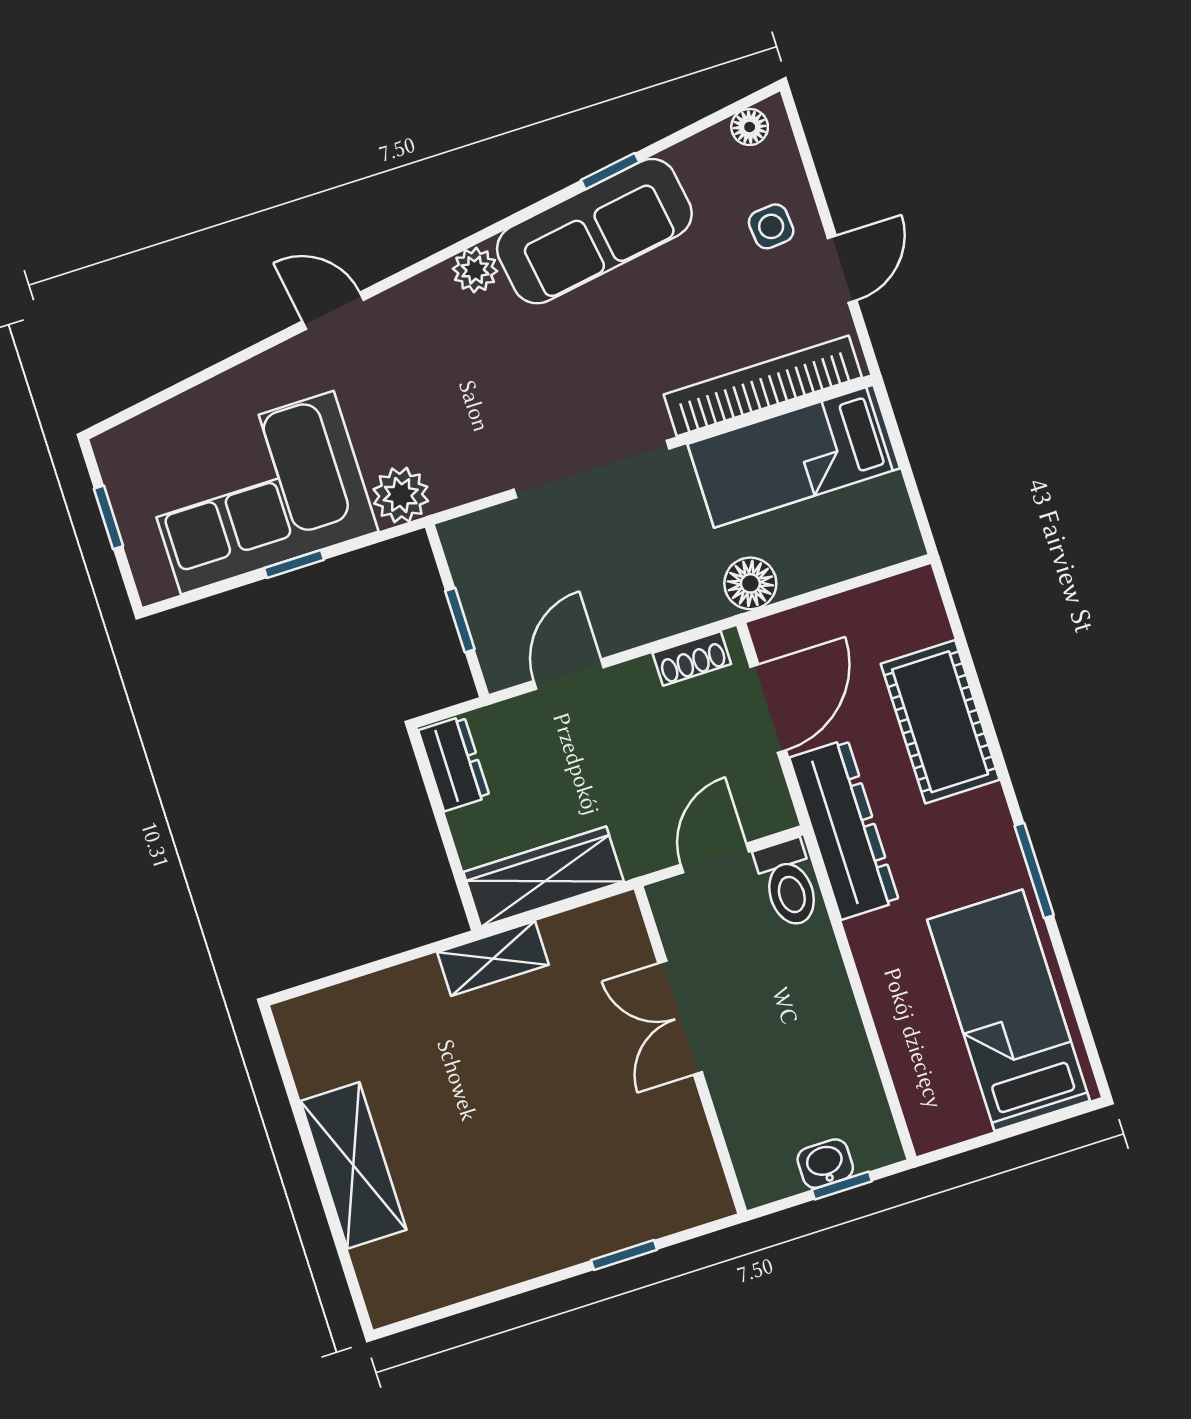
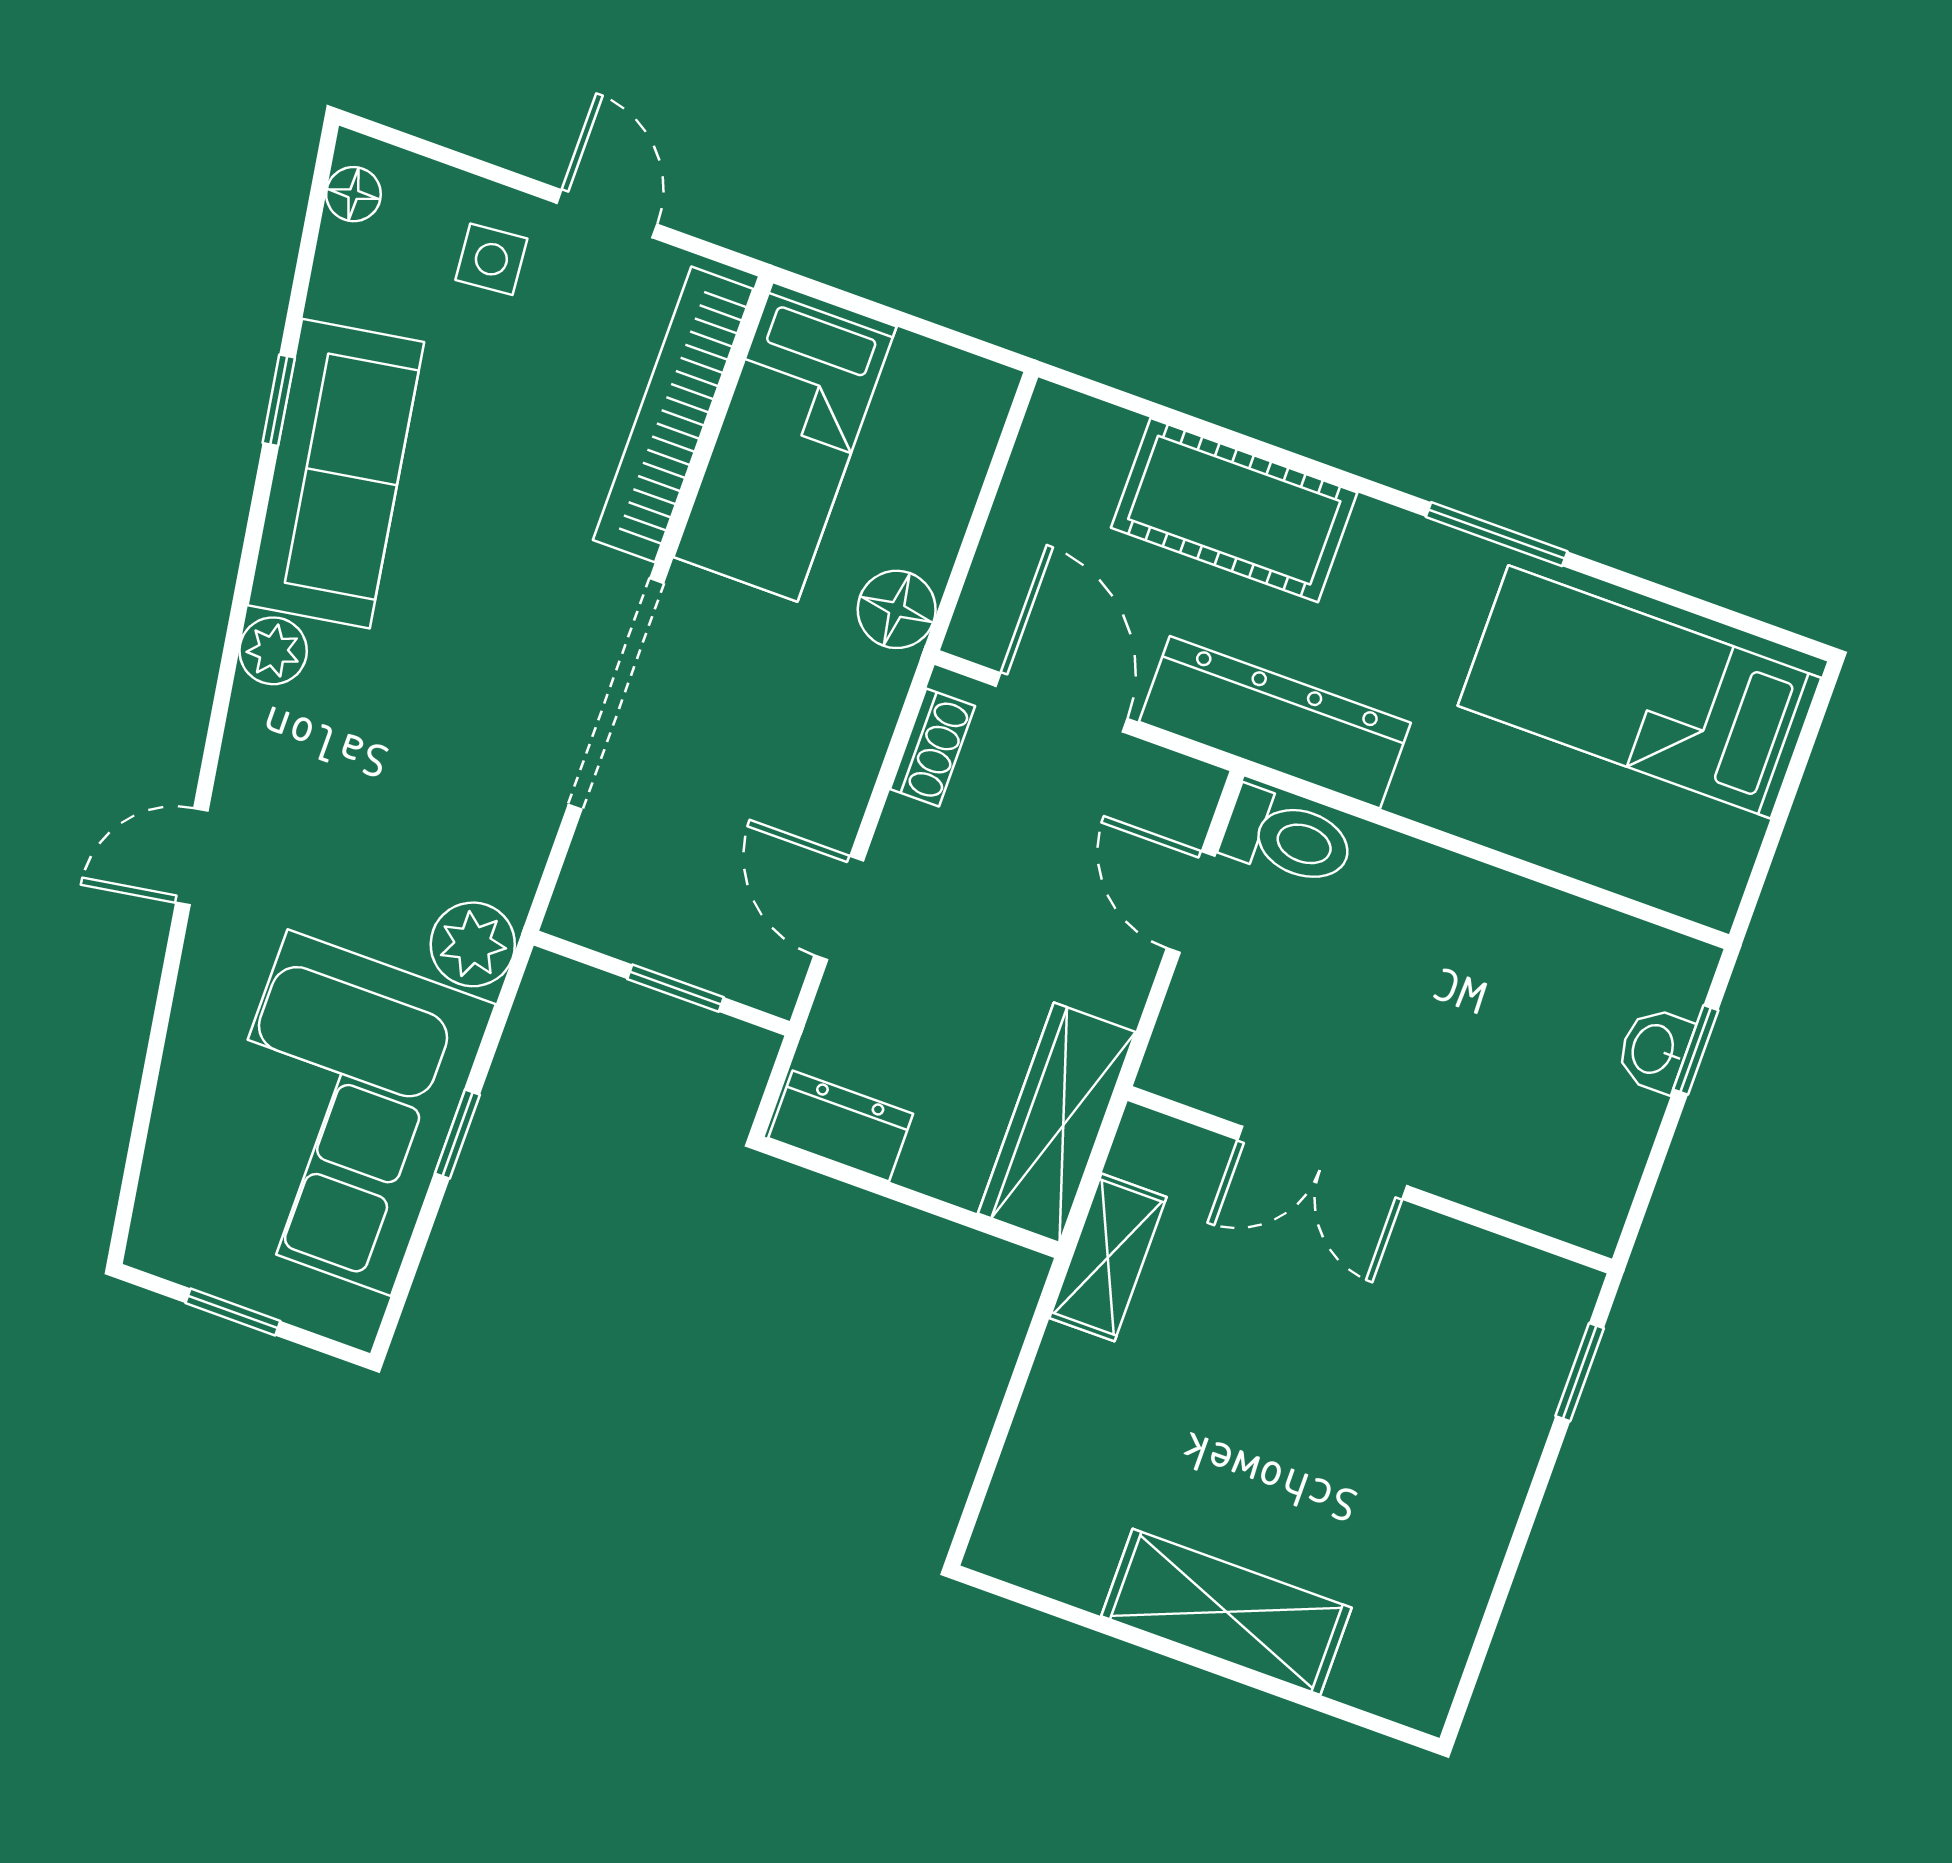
double door: (680, 1018) -> (1322, 1163), moved
wall: (690, 1050) -> (1370, 1180), moved

